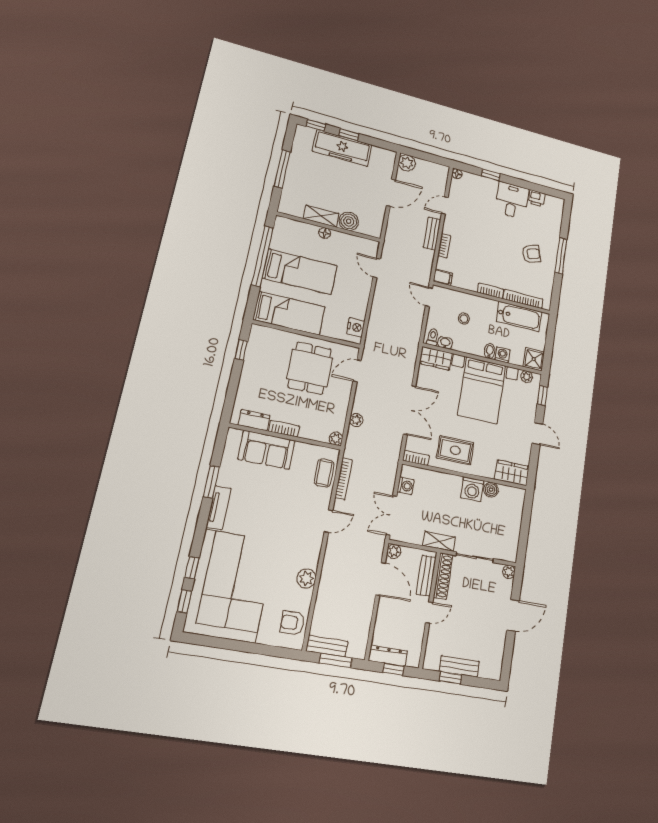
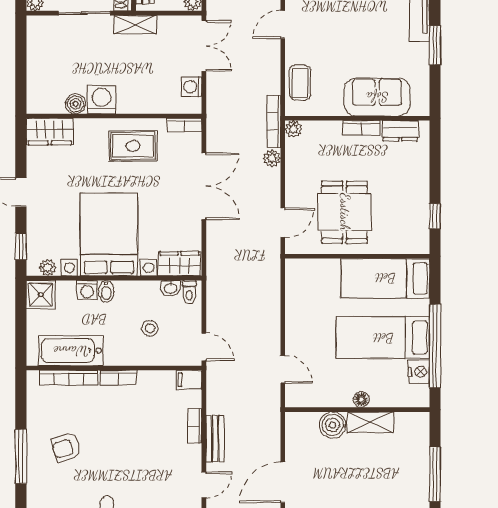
nightstand: (356, 327) -> (419, 372), moved, turned 180
double door: (409, 410) -> (204, 186), swing flipped
bookcase: (344, 479) -> (274, 122), moved

